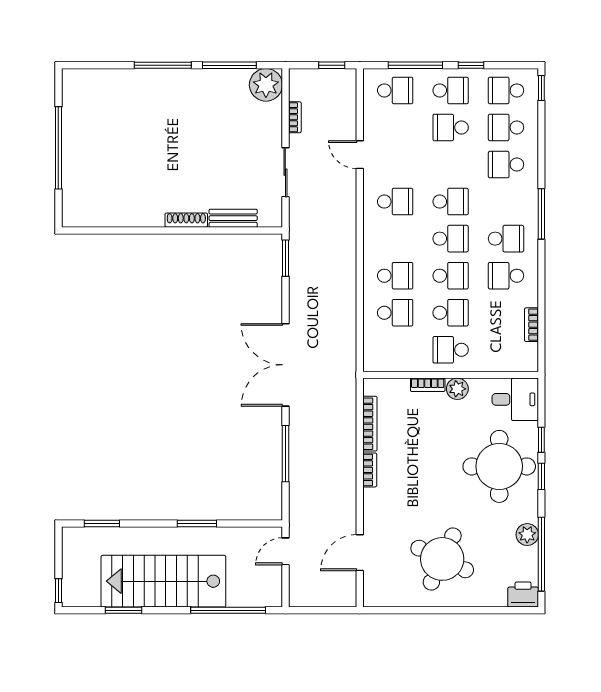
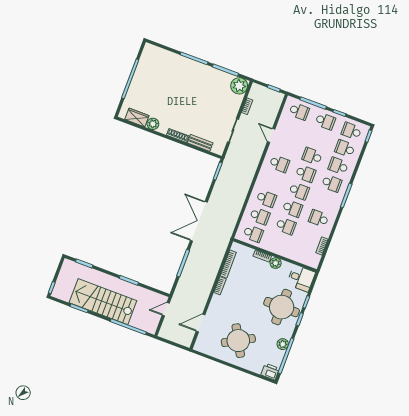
school desk: (451, 127) -> (312, 156), moved
wardrobe: (98, 215) -> (137, 117), added
plant: (132, 216) -> (153, 124), added
school desk: (506, 239) -> (332, 183), moved
school desk: (451, 350) -> (253, 234), moved, turned 180
round table: (442, 559) -> (238, 341), turned 36

